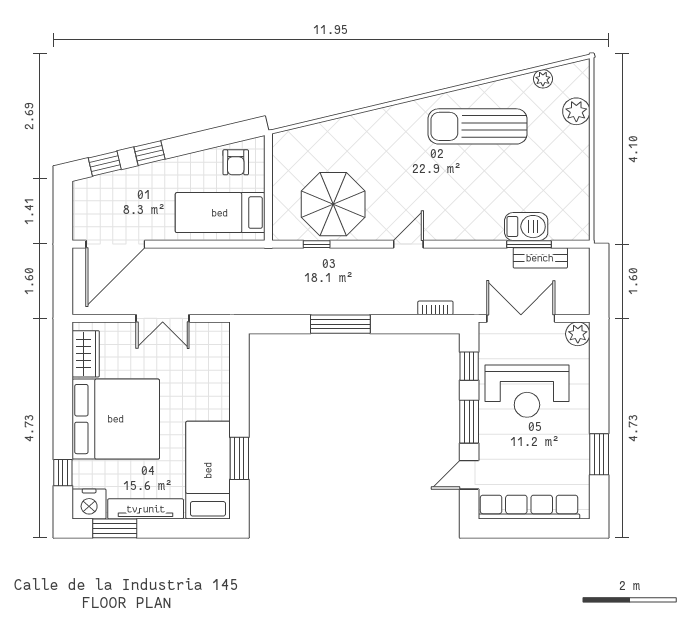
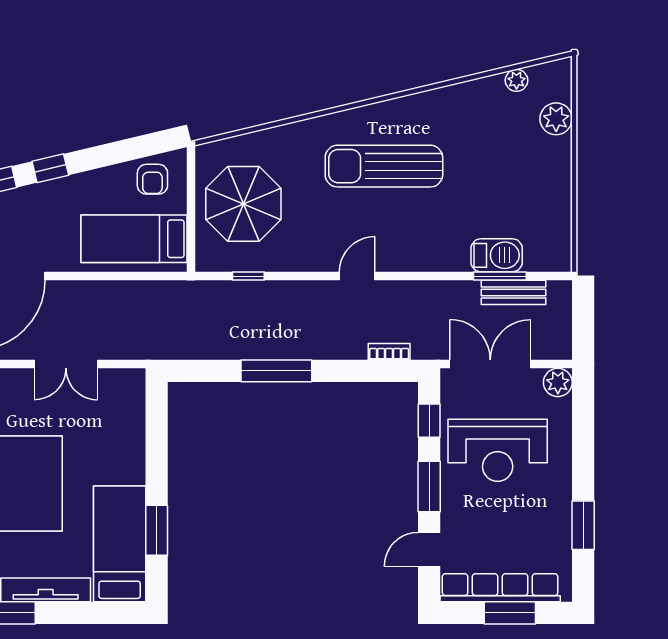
sun lounger: (478, 126) -> (384, 166), moved
parasol: (333, 204) -> (243, 204), moved
window: (537, 528) -> (510, 613), added

